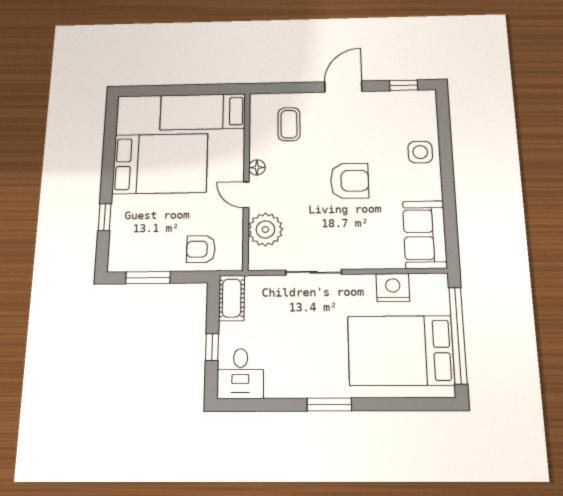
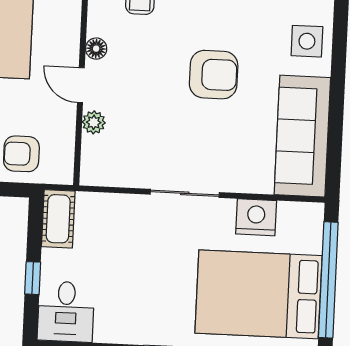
plant: (265, 229) -> (94, 122), width x0.53, depth x0.53
sofa: (425, 234) -> (302, 136), width x1.36
sliding door: (314, 272) -> (185, 193), moved

